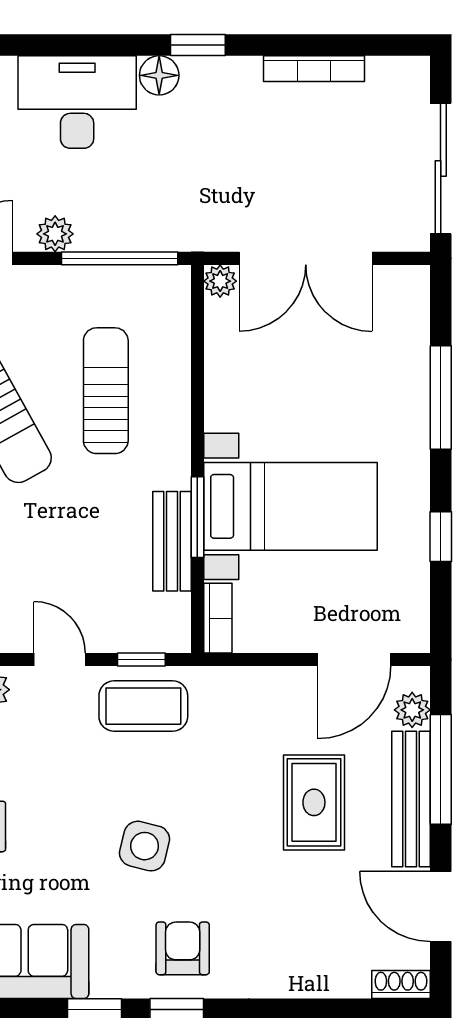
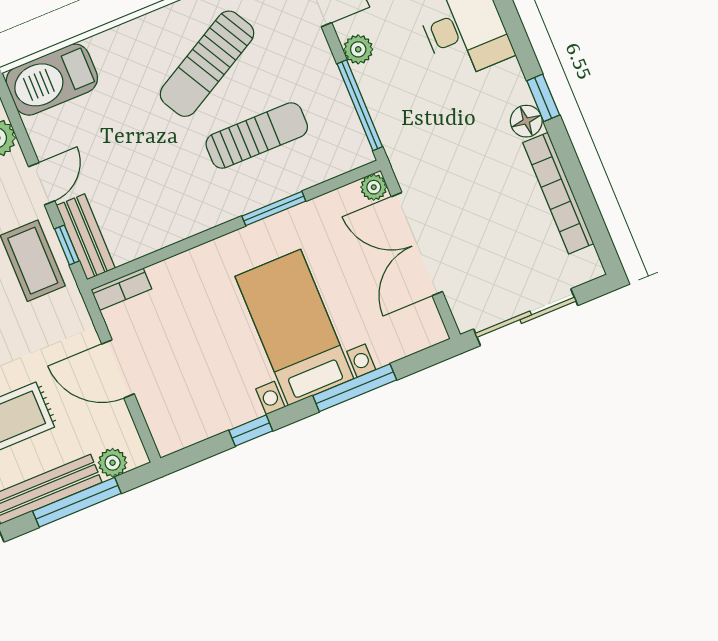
bookcase: (314, 69) -> (558, 193), width x1.48, depth x1.31
floor lamp: (159, 75) -> (526, 121), moved
bed with nightstands: (291, 506) -> (294, 328), moved, turned 180
window: (197, 517) -> (274, 209), moved
bench: (172, 541) -> (86, 237), moved, turned 90
door: (354, 659) -> (118, 369), moved

